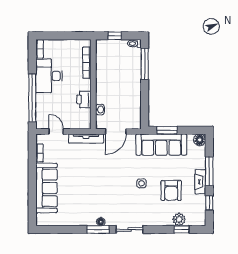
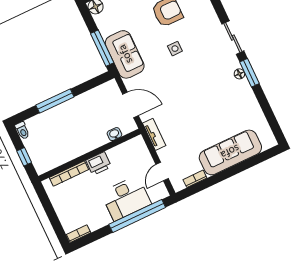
window: (145, 64) -> (55, 101), moved
desk: (49, 76) -> (126, 198), moved
printer: (84, 99) -> (99, 164), moved
window: (167, 130) -> (102, 48), width x1.44
tv unit: (86, 139) -> (154, 134), width x0.71
sofa: (161, 145) -> (125, 54), width x0.73

